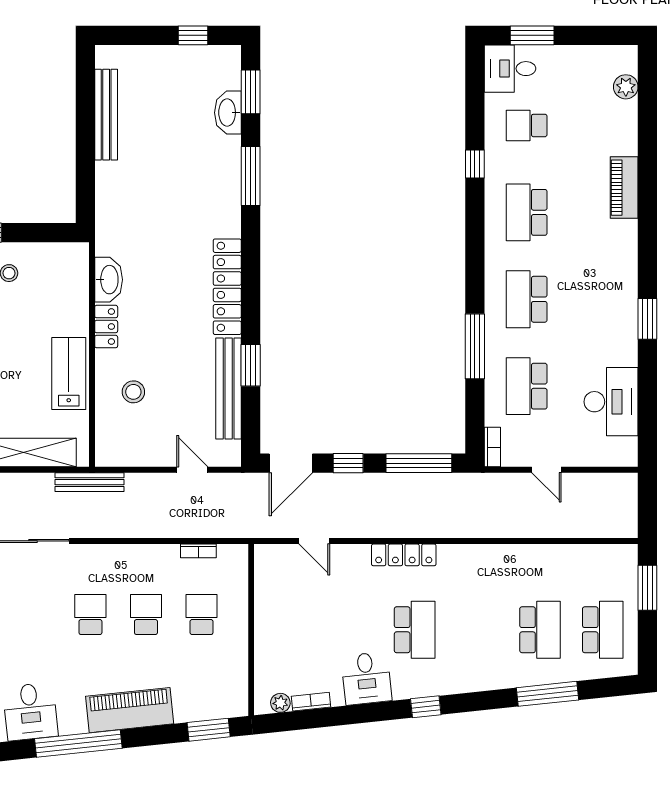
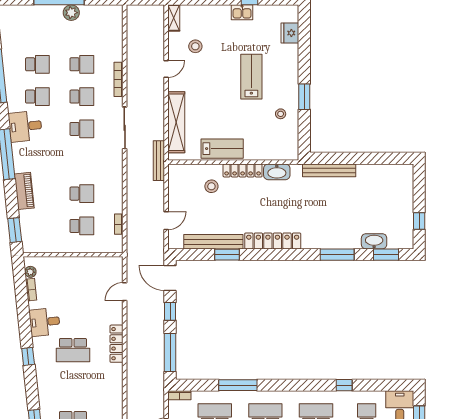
bench: (106, 115) -> (329, 170), moved
locker: (106, 327) -> (243, 170), width x1.53
school desk: (90, 614) -> (82, 129), moved
piano: (130, 710) -> (24, 191), width x0.73, depth x0.75

